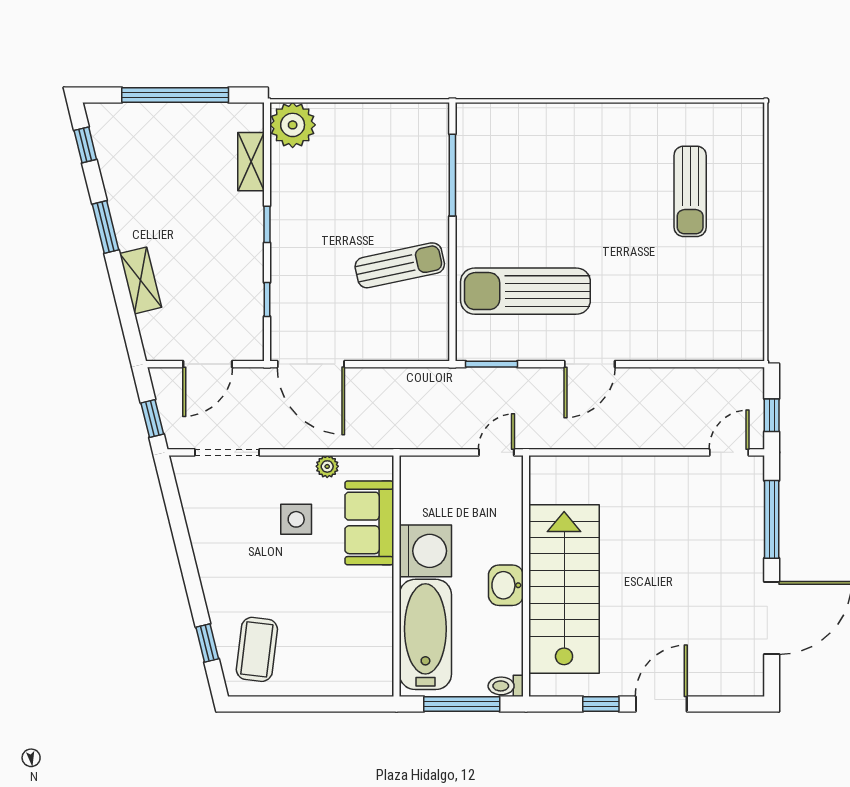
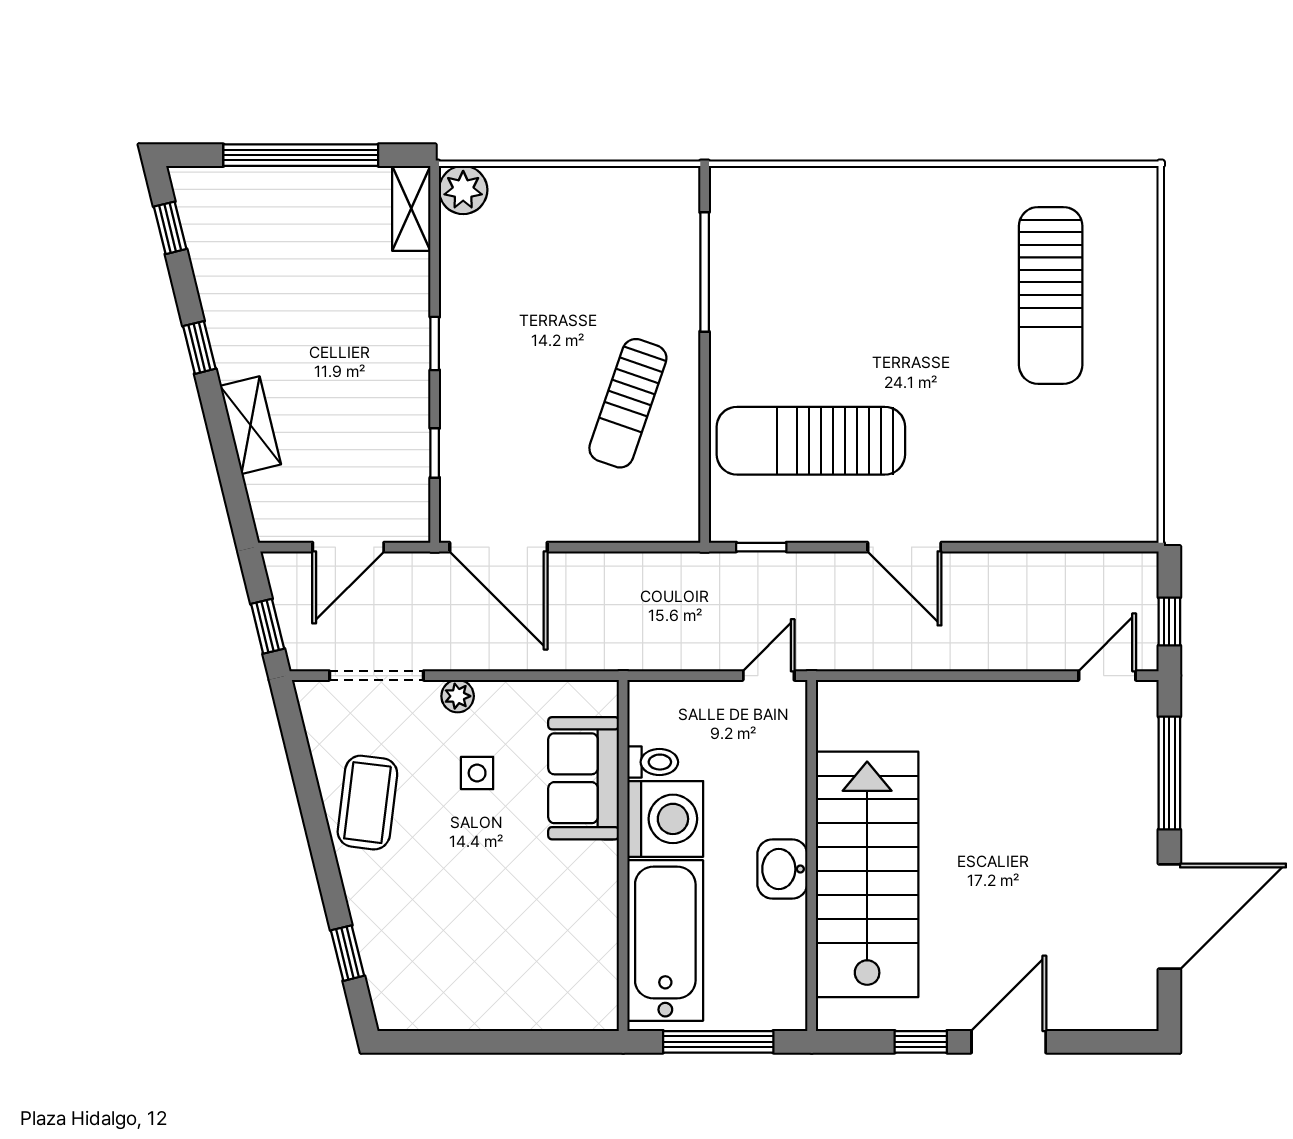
plant: (293, 125) -> (463, 190), width x0.73, depth x0.73
shelving: (251, 162) -> (411, 208), moved
sun lounger: (690, 191) -> (1051, 295), width x1.36, depth x1.34
window: (105, 227) -> (199, 347), width x0.67
sun lounger: (400, 265) -> (628, 403), turned 121
window: (491, 364) -> (761, 547), width x0.67
door: (590, 364) -> (904, 547), hinge flipped
plant: (327, 466) -> (458, 696), moved
side table: (296, 519) -> (477, 773), width x0.73, depth x0.73
coffee table: (257, 649) -> (367, 803), moved
toilet: (506, 686) -> (653, 762), moved, turned 180

